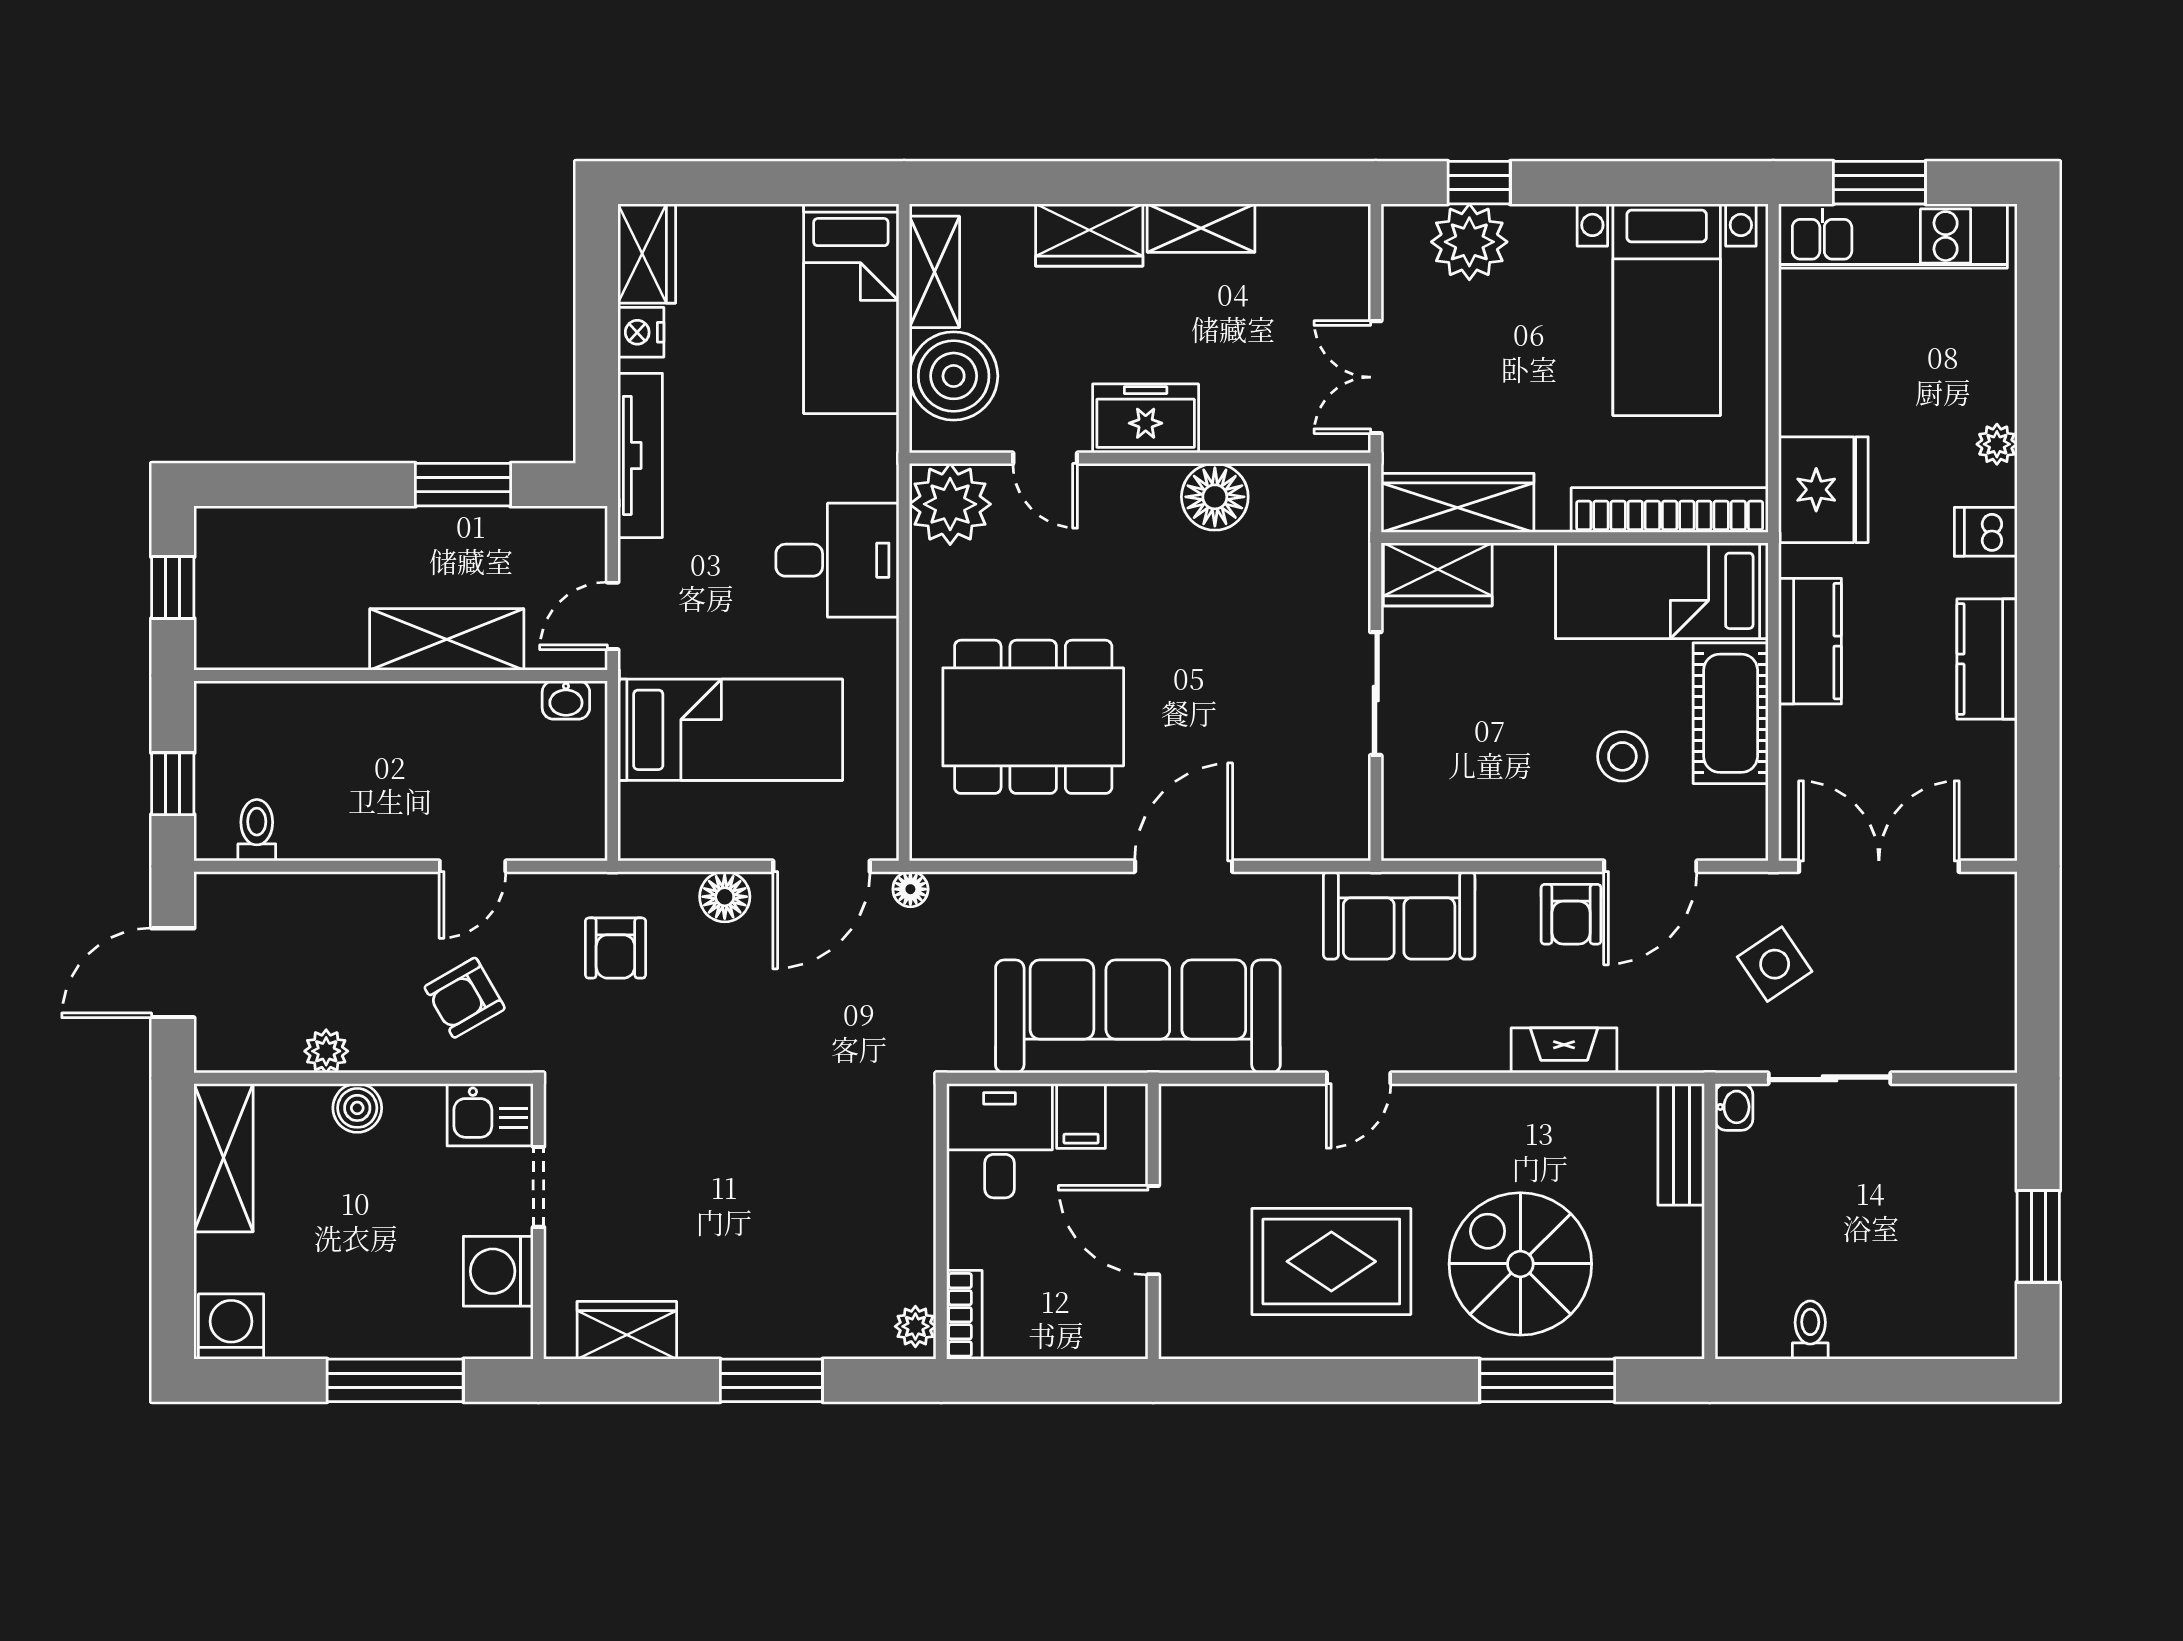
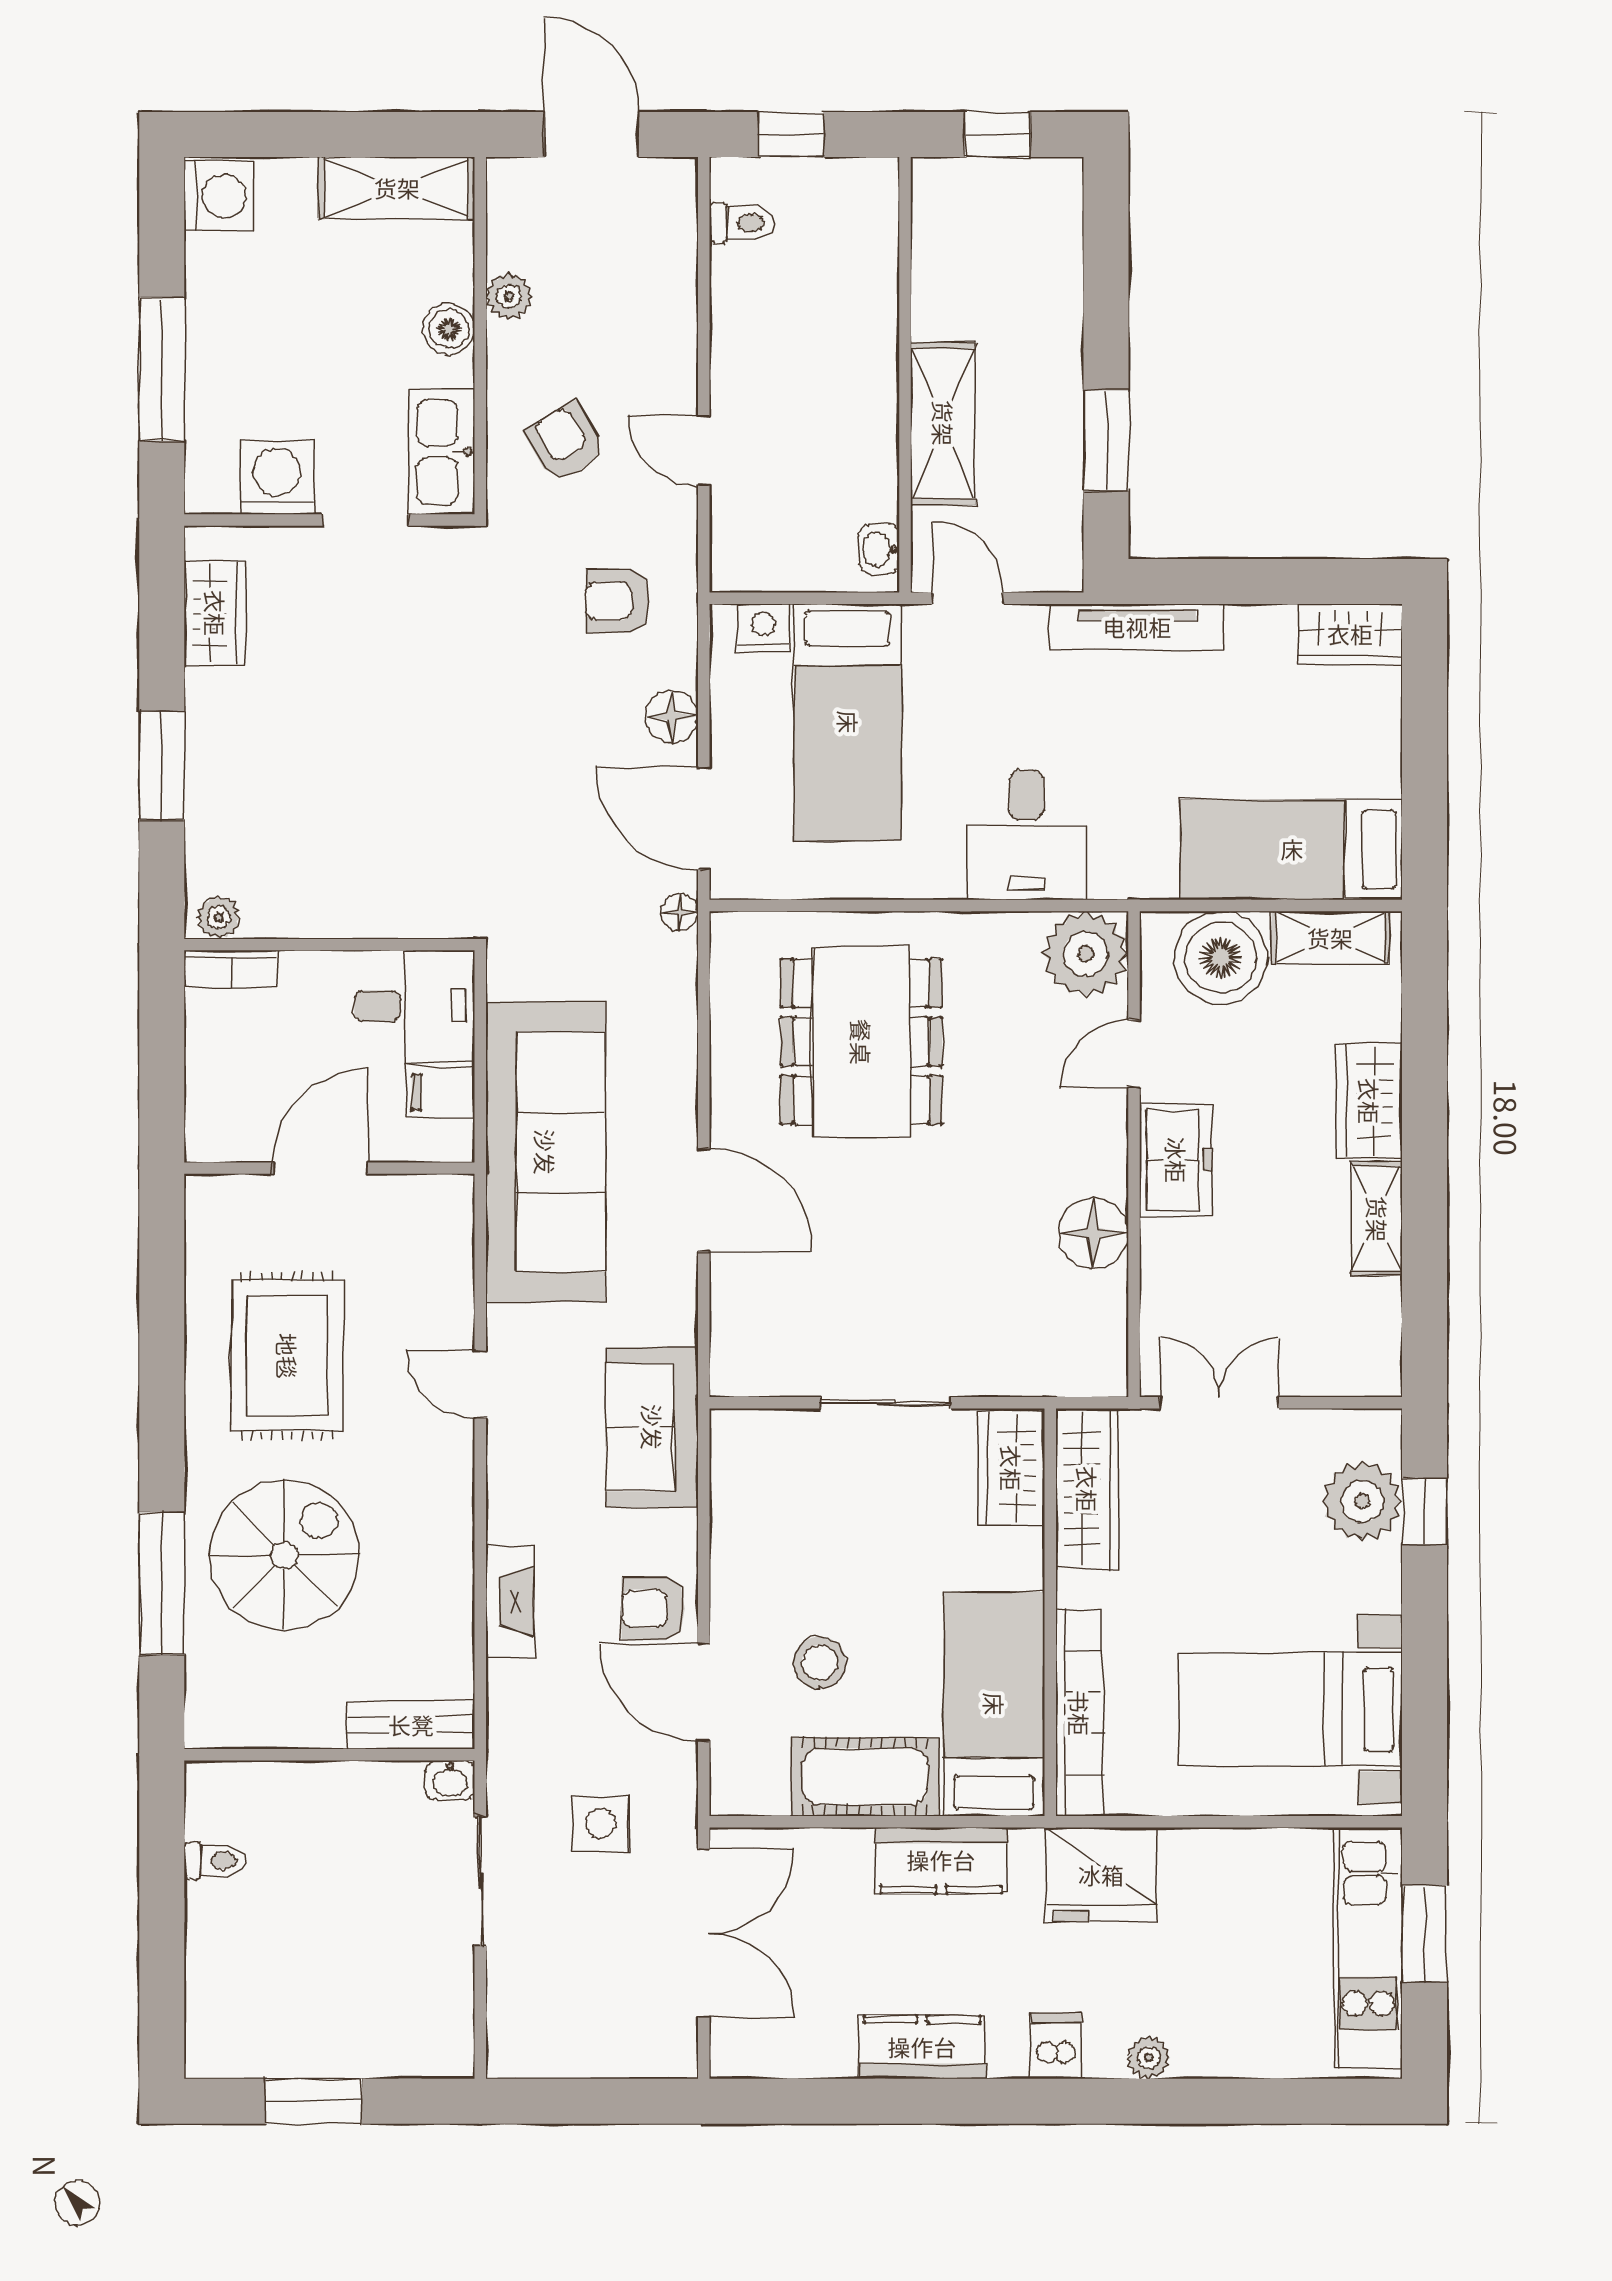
nightstand: (641, 332) -> (764, 628), moved
side table: (1775, 964) -> (601, 1823), turned 34
kitchen sink: (490, 1115) -> (442, 452), width x1.38

